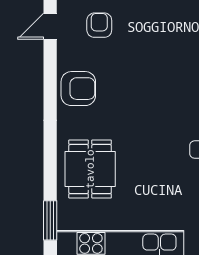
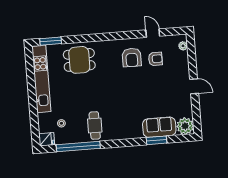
armchair: (78, 89) -> (132, 58), moved

